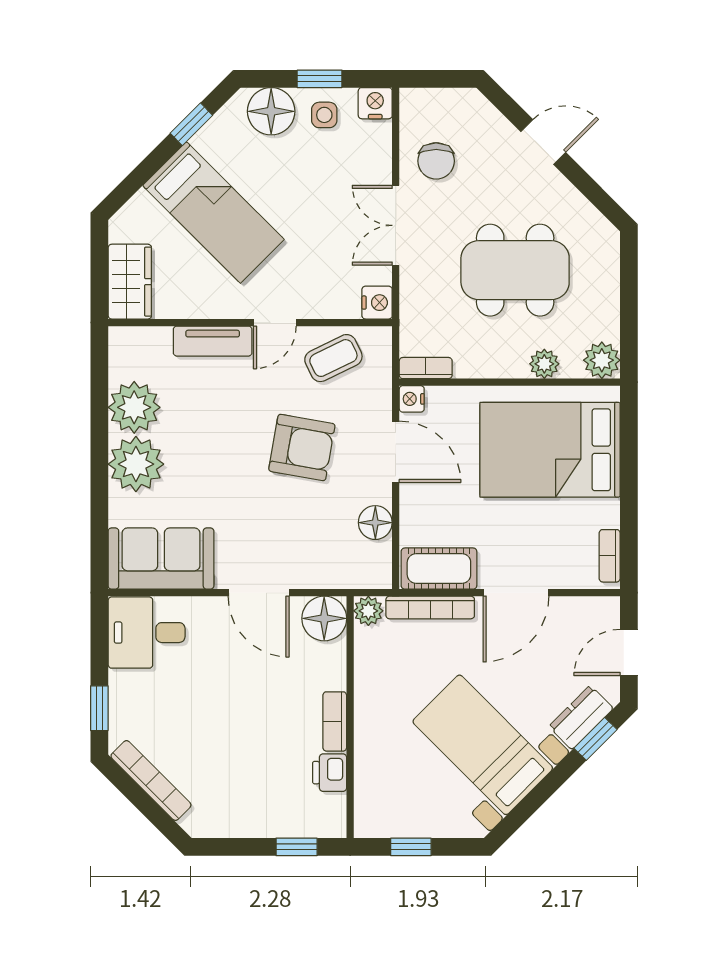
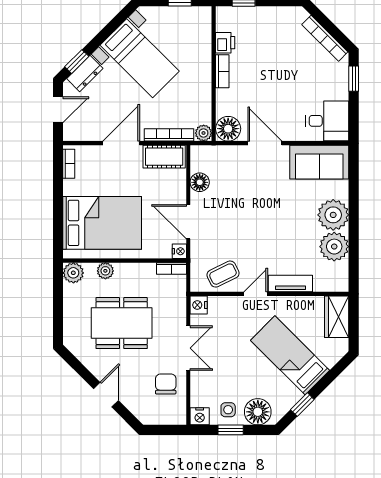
door: (543, 142) -> (106, 395), swing flipped
armchair: (302, 447) -> (241, 224), removed

